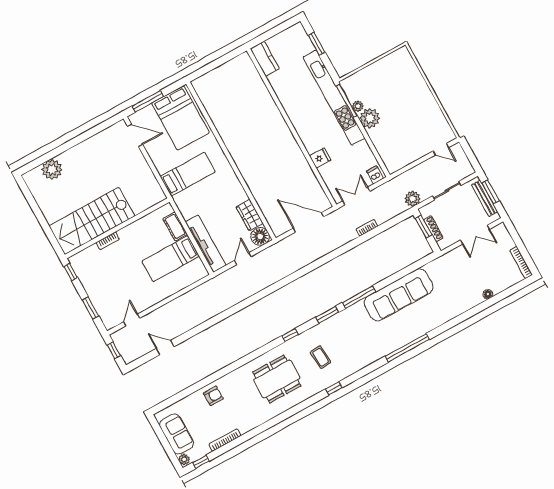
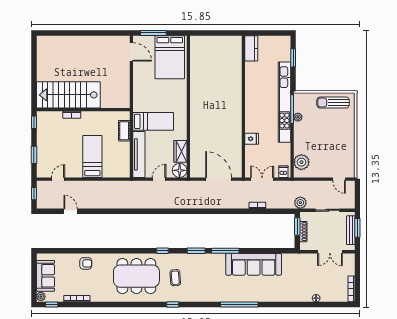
sun lounger: (388, 69) -> (333, 103), added
plant: (370, 118) -> (301, 162), moved
plant: (52, 169) -> (60, 44), removed
bed: (188, 174) -> (153, 121), moved
bed: (171, 259) -> (92, 157), moved, turned 90
dining table: (277, 379) -> (136, 276), width x1.36, depth x1.24

